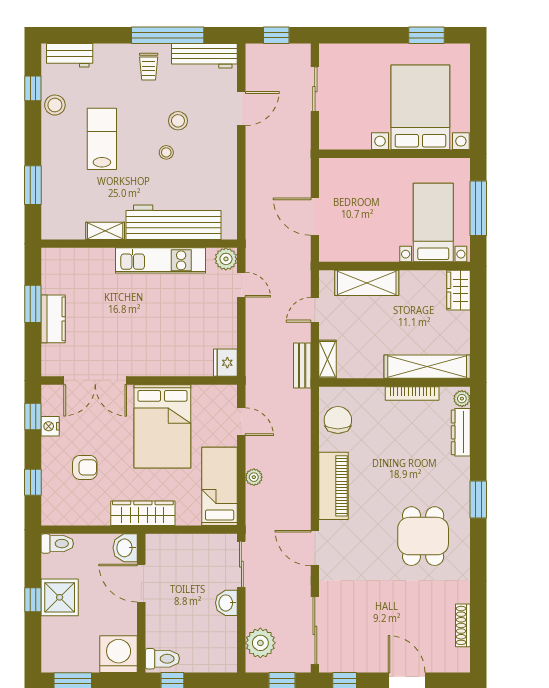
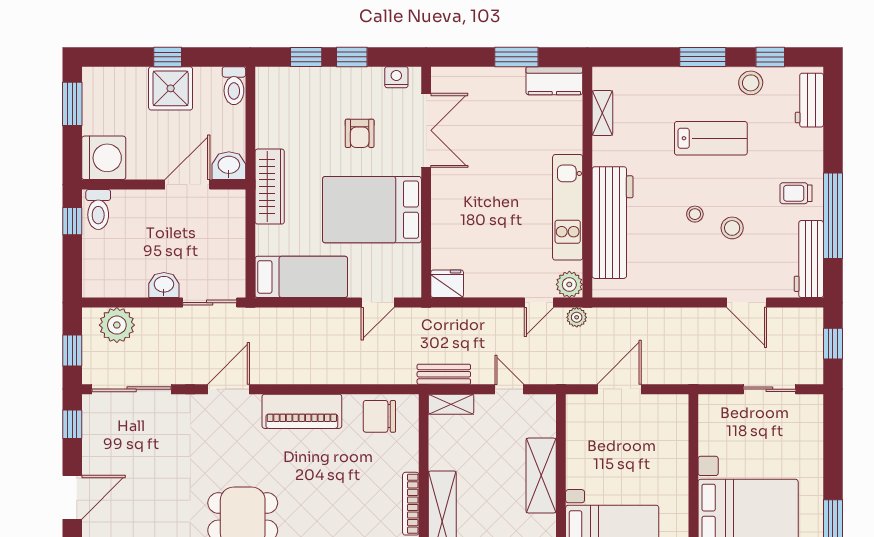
window: (33, 185) -> (703, 57), moved
shelving: (105, 231) -> (602, 113), moved
shelving: (367, 283) -> (541, 476), moved
kitchen counter: (53, 319) -> (554, 81), moved
double door: (95, 380) -> (426, 130), swing flipped
window: (33, 417) -> (352, 57), moved
chair: (338, 420) -> (379, 416), turned 180
nightstand: (50, 426) -> (396, 77), moved
armchair: (85, 467) -> (360, 133), moved
plant: (254, 477) -> (577, 317), moved

